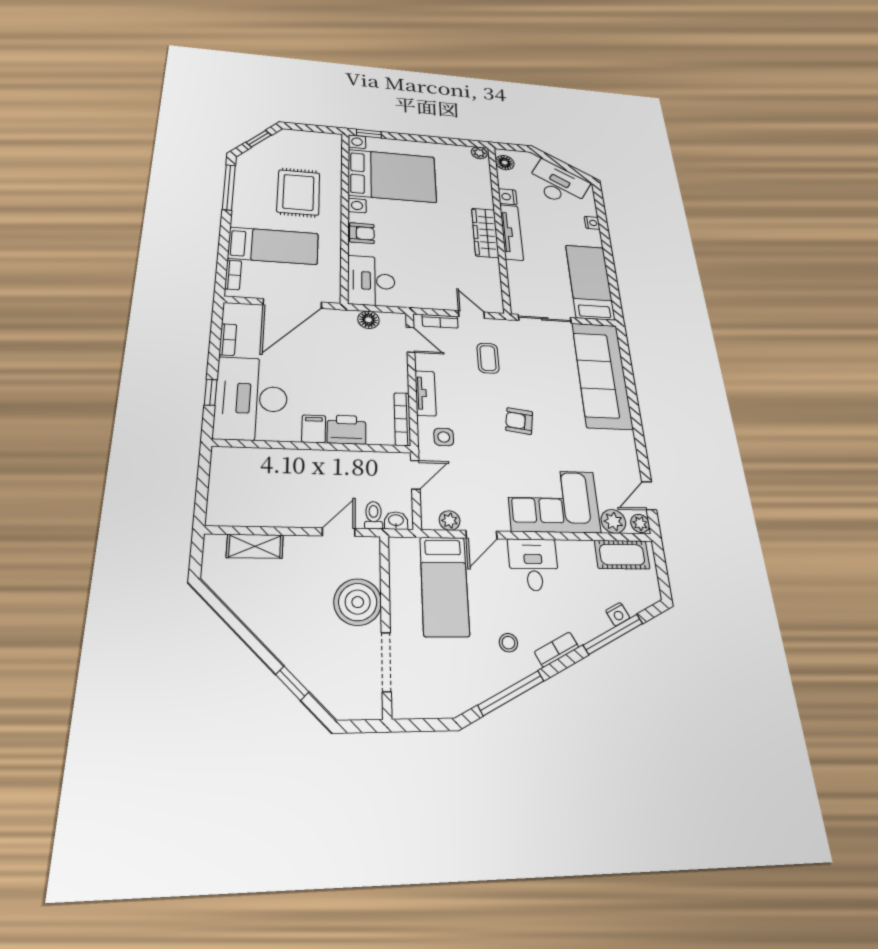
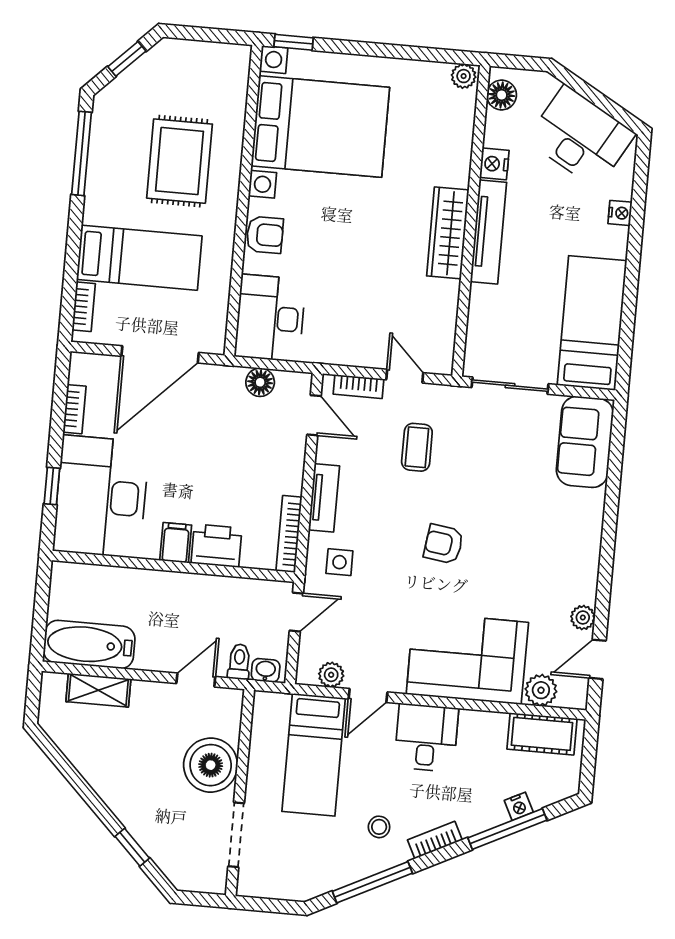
sofa: (602, 375) -> (585, 442), width x0.54, depth x0.79
bathtub: (245, 510) -> (89, 645), added
plant: (640, 523) -> (583, 618), moved

